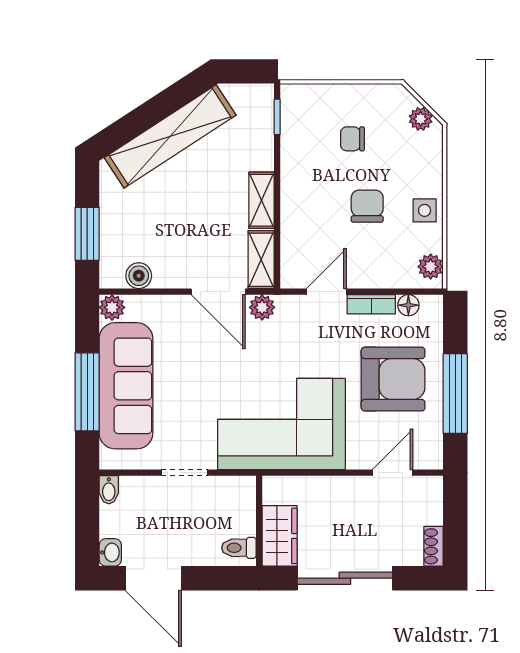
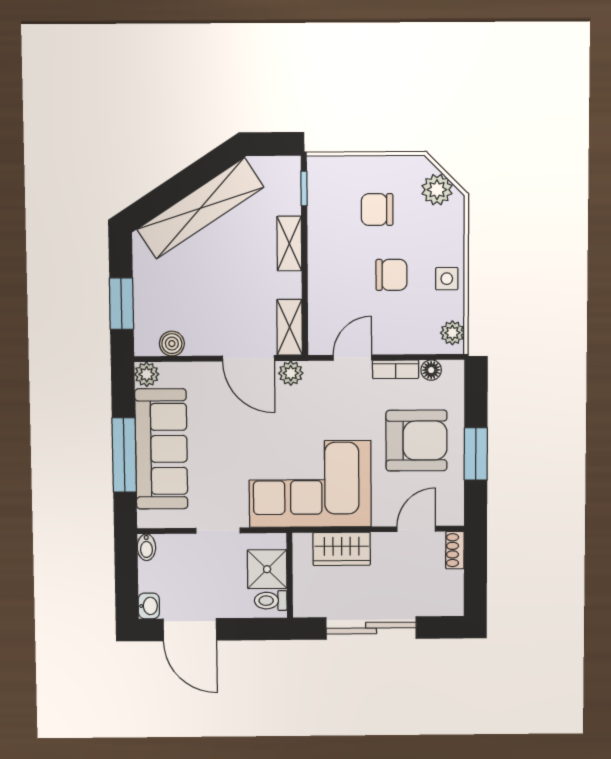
plant: (421, 119) -> (437, 190), width x1.38, depth x1.38
chair: (352, 139) -> (377, 210), width x1.37, depth x1.37
shelving: (262, 200) -> (289, 244), moved
chair: (367, 206) -> (391, 275), turned 90
window: (455, 394) -> (476, 454), width x0.69
shower: (235, 514) -> (267, 569), added
wardrobe: (280, 536) -> (342, 549), moved, turned 90
shoe rack: (433, 546) -> (455, 550), moved

